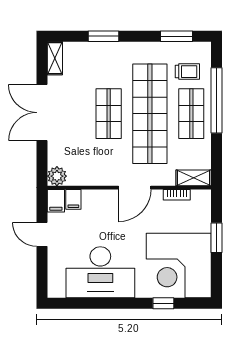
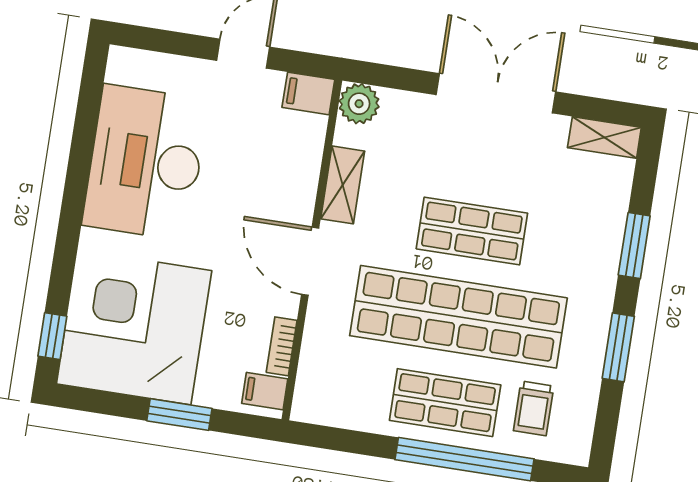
window: (176, 36) -> (618, 347), moved
shelving: (194, 178) -> (343, 185), moved
filing cabinet: (73, 199) -> (265, 391), moved
window: (163, 303) -> (52, 336), moved

